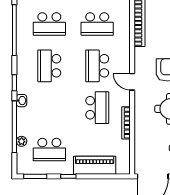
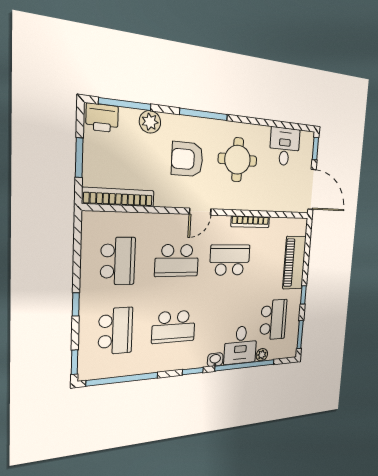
desk: (31, 122) -> (241, 345), added

